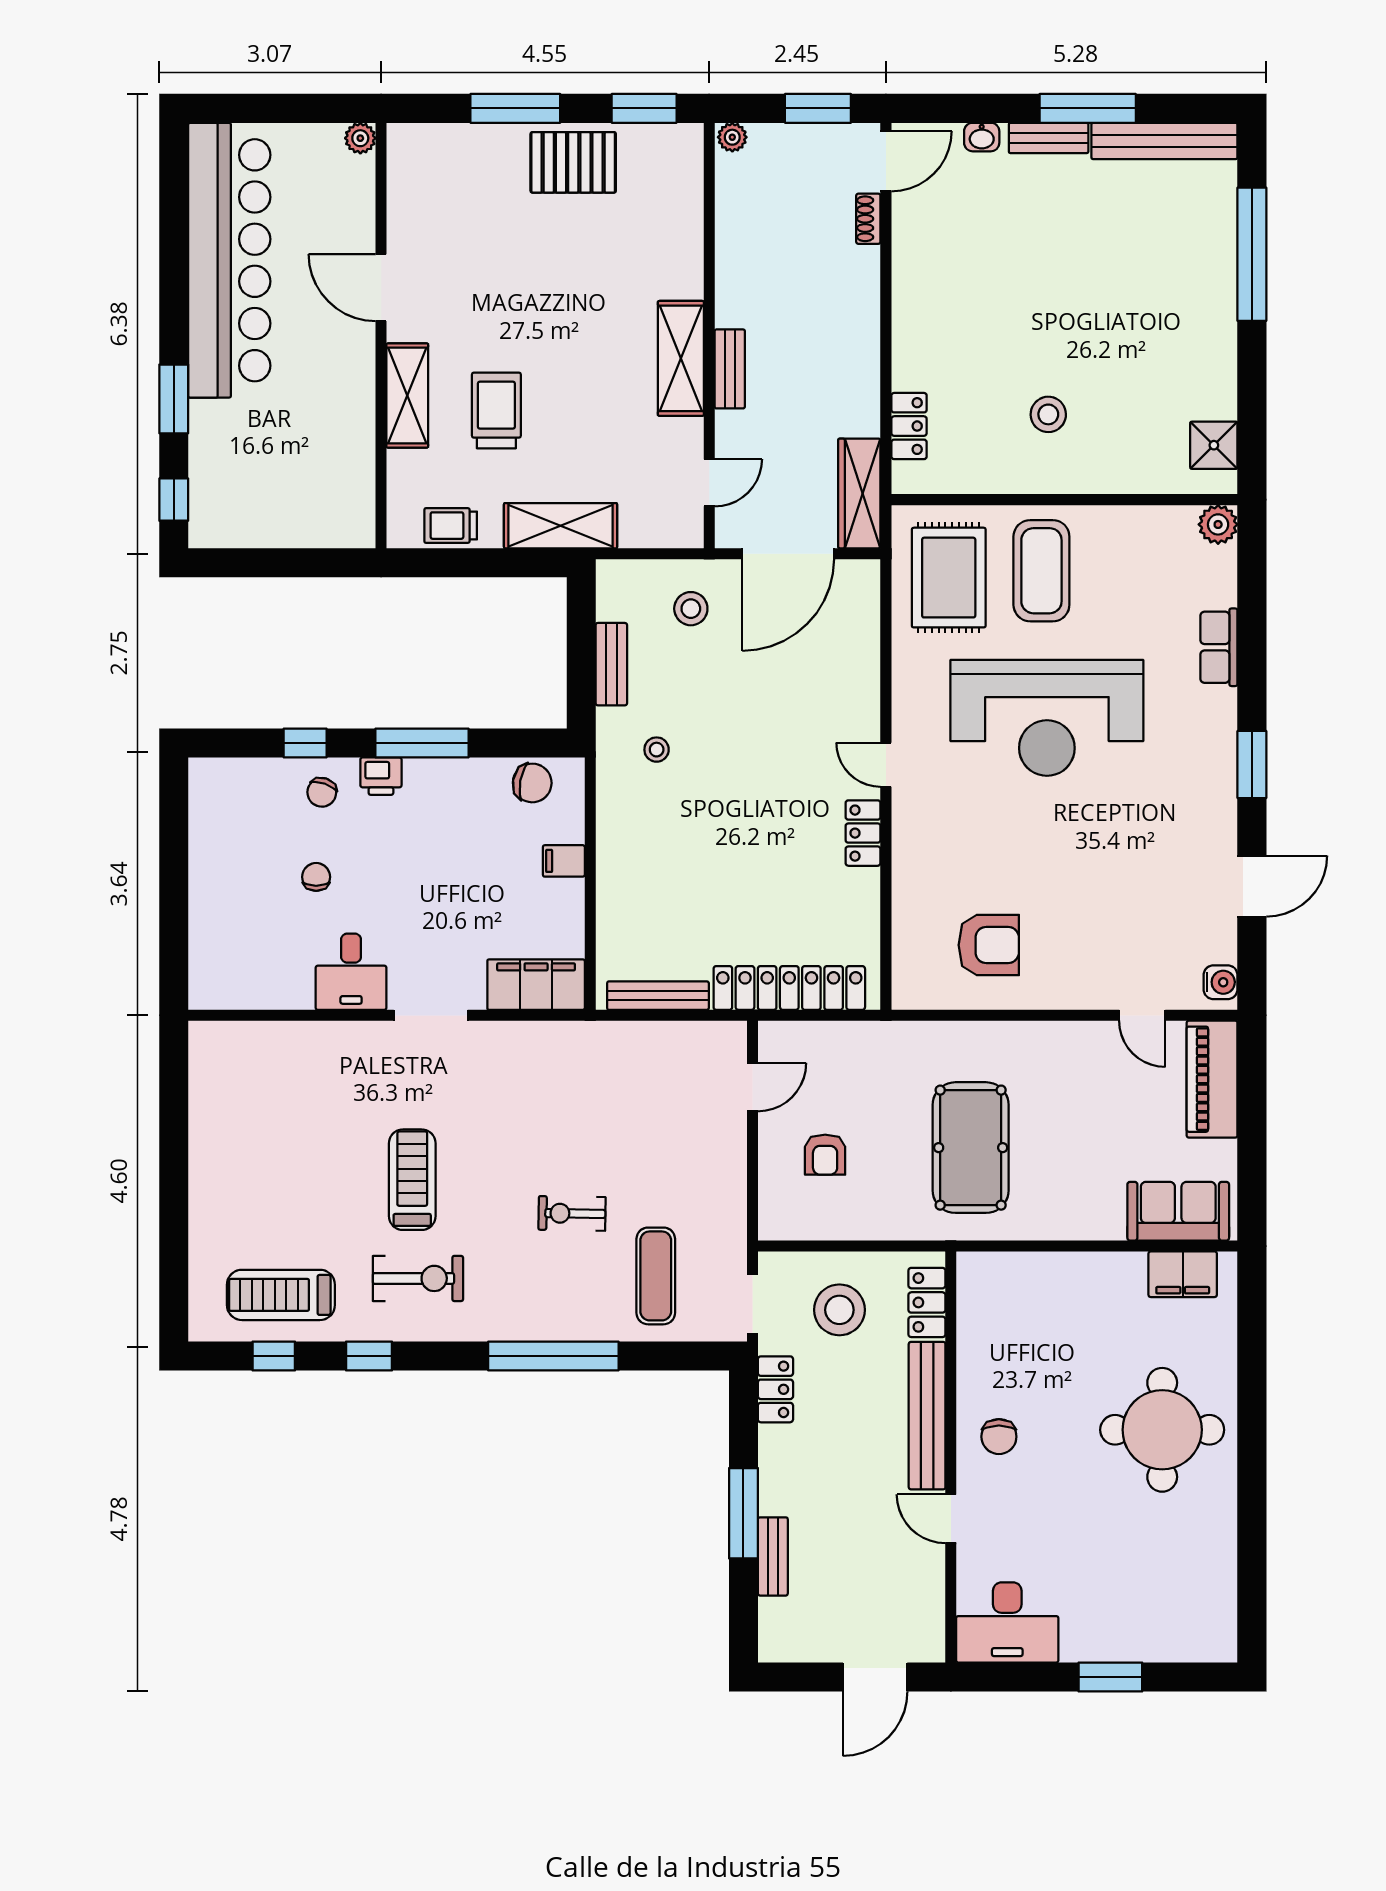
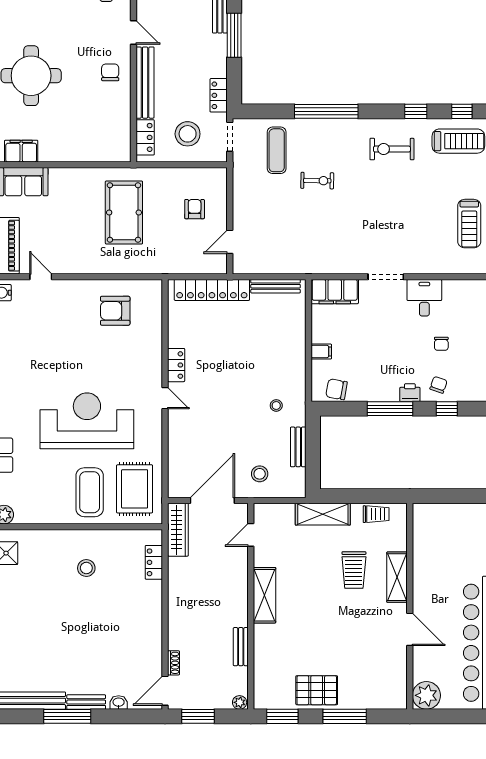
plant: (360, 138) -> (426, 695), width x1.88, depth x1.88
bench: (730, 369) -> (241, 647), moved
treadmill: (412, 1180) -> (469, 224), moved

